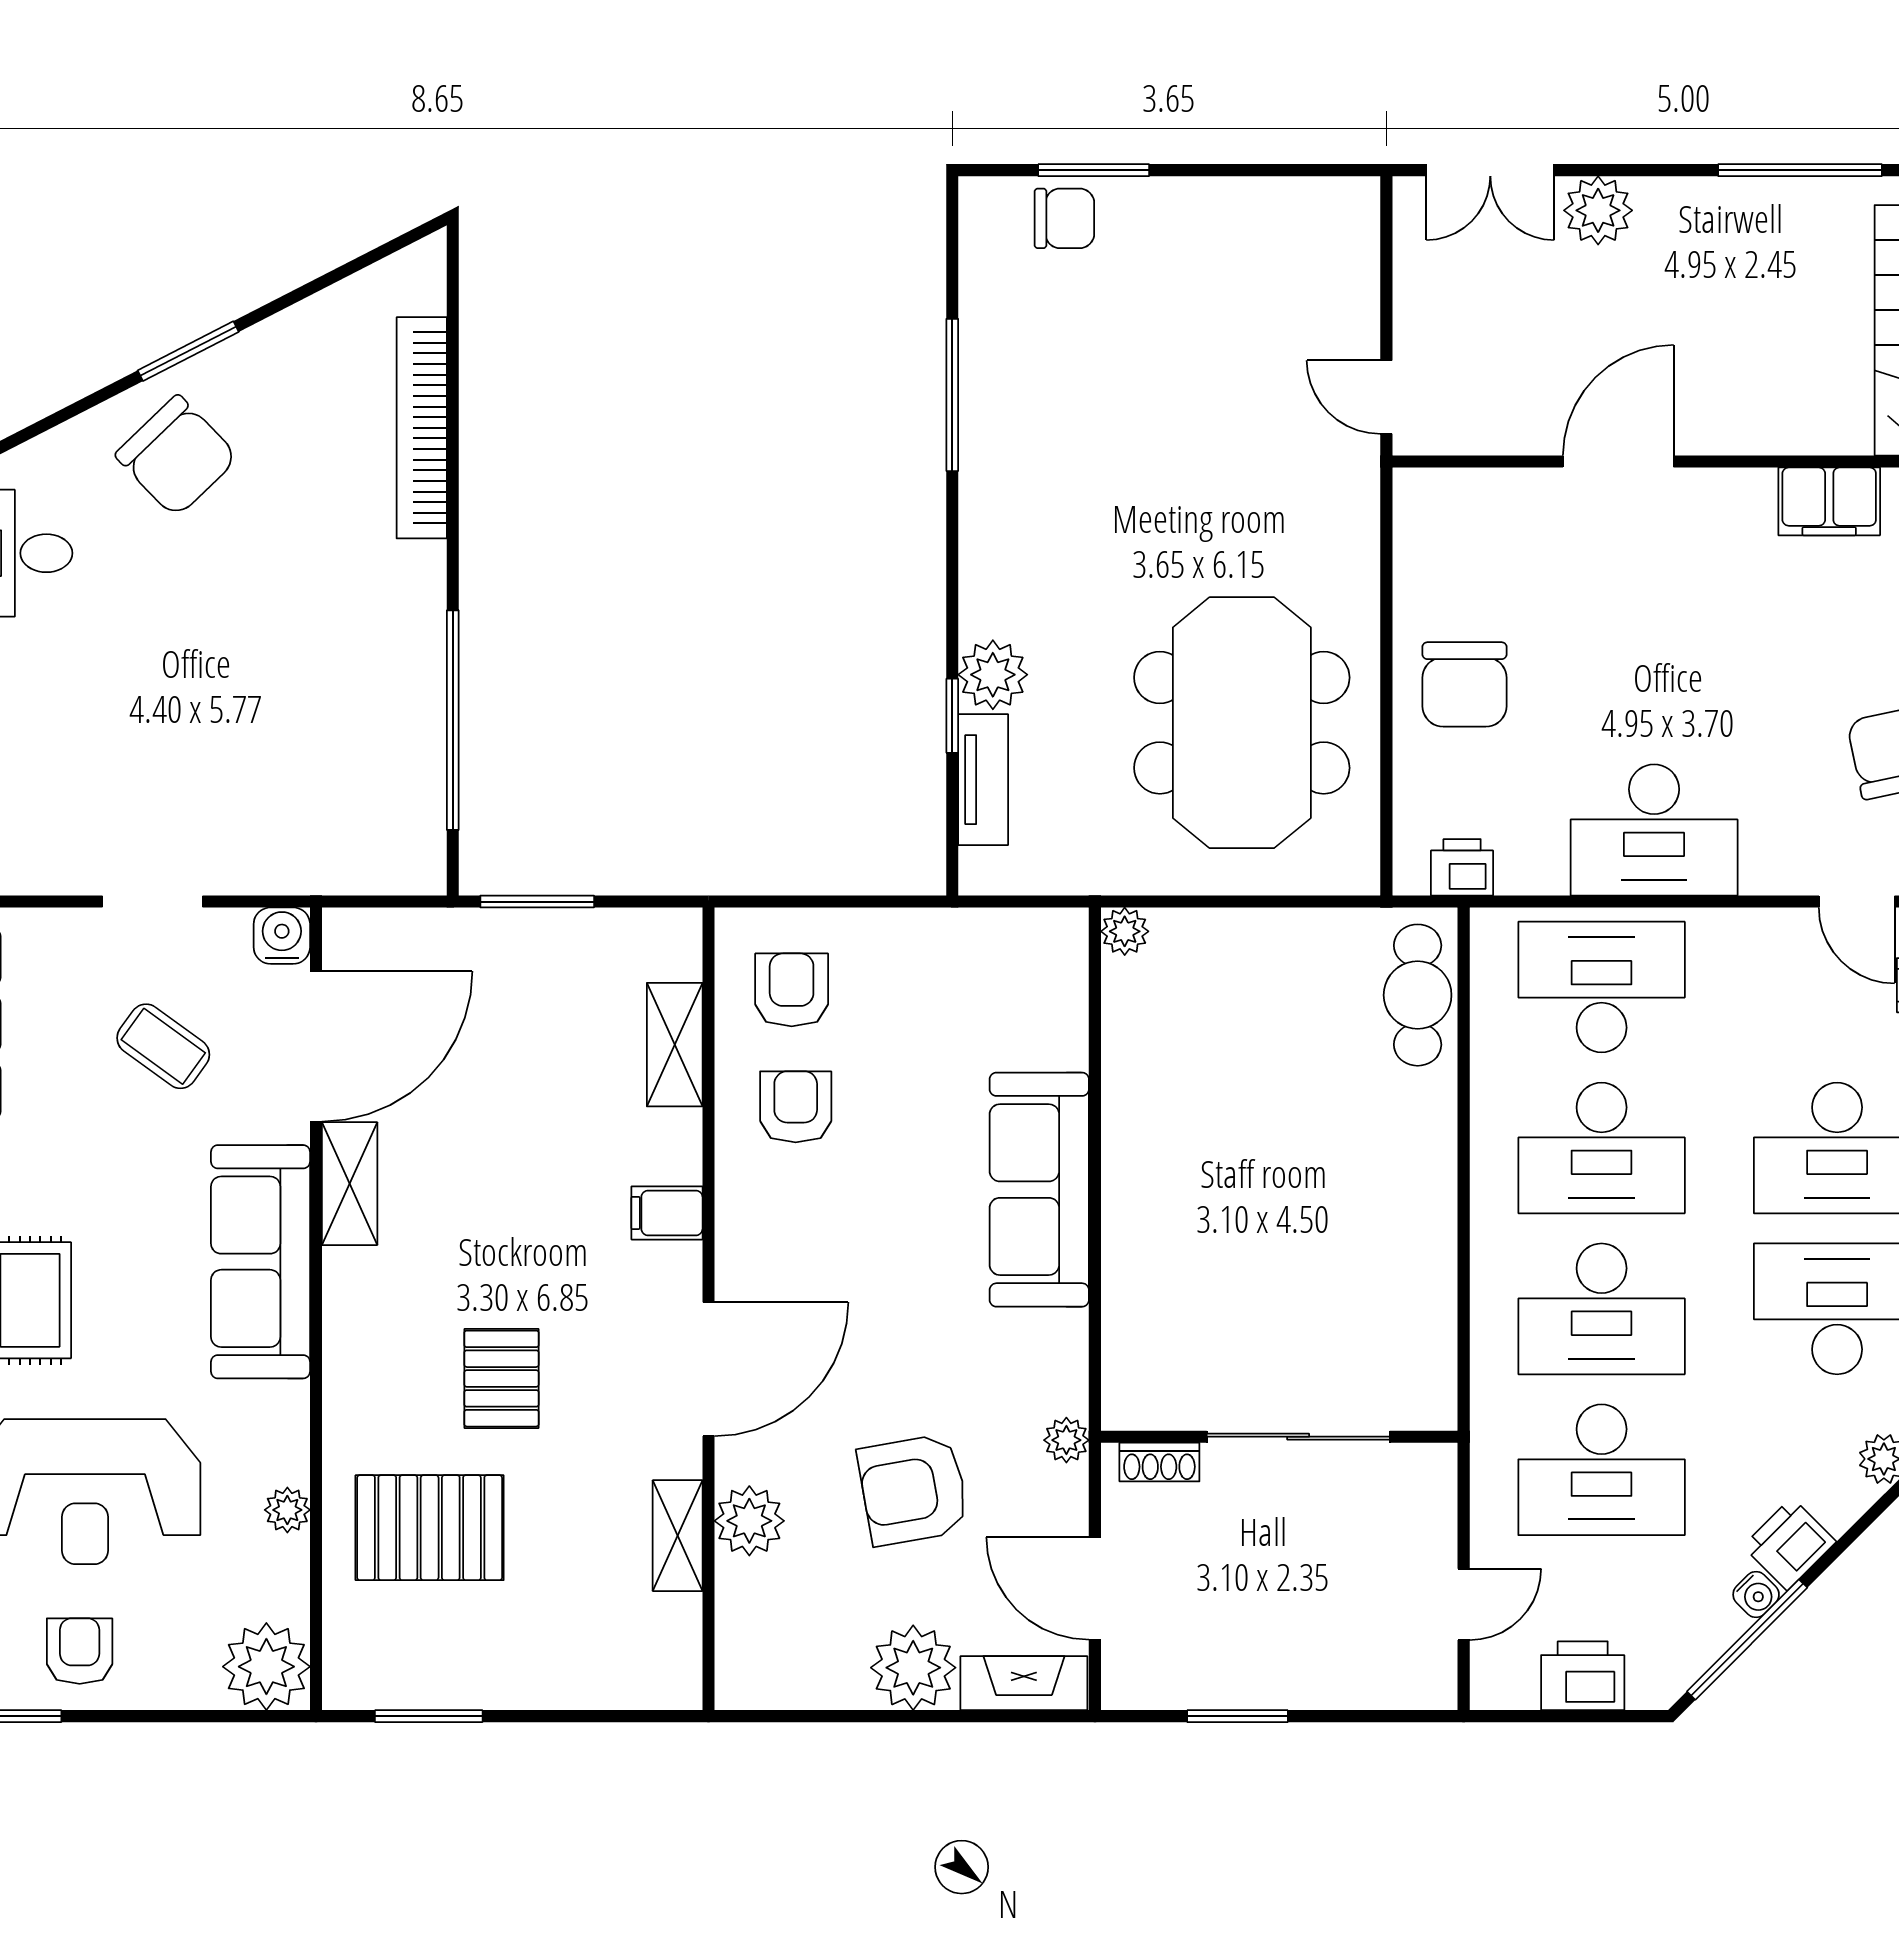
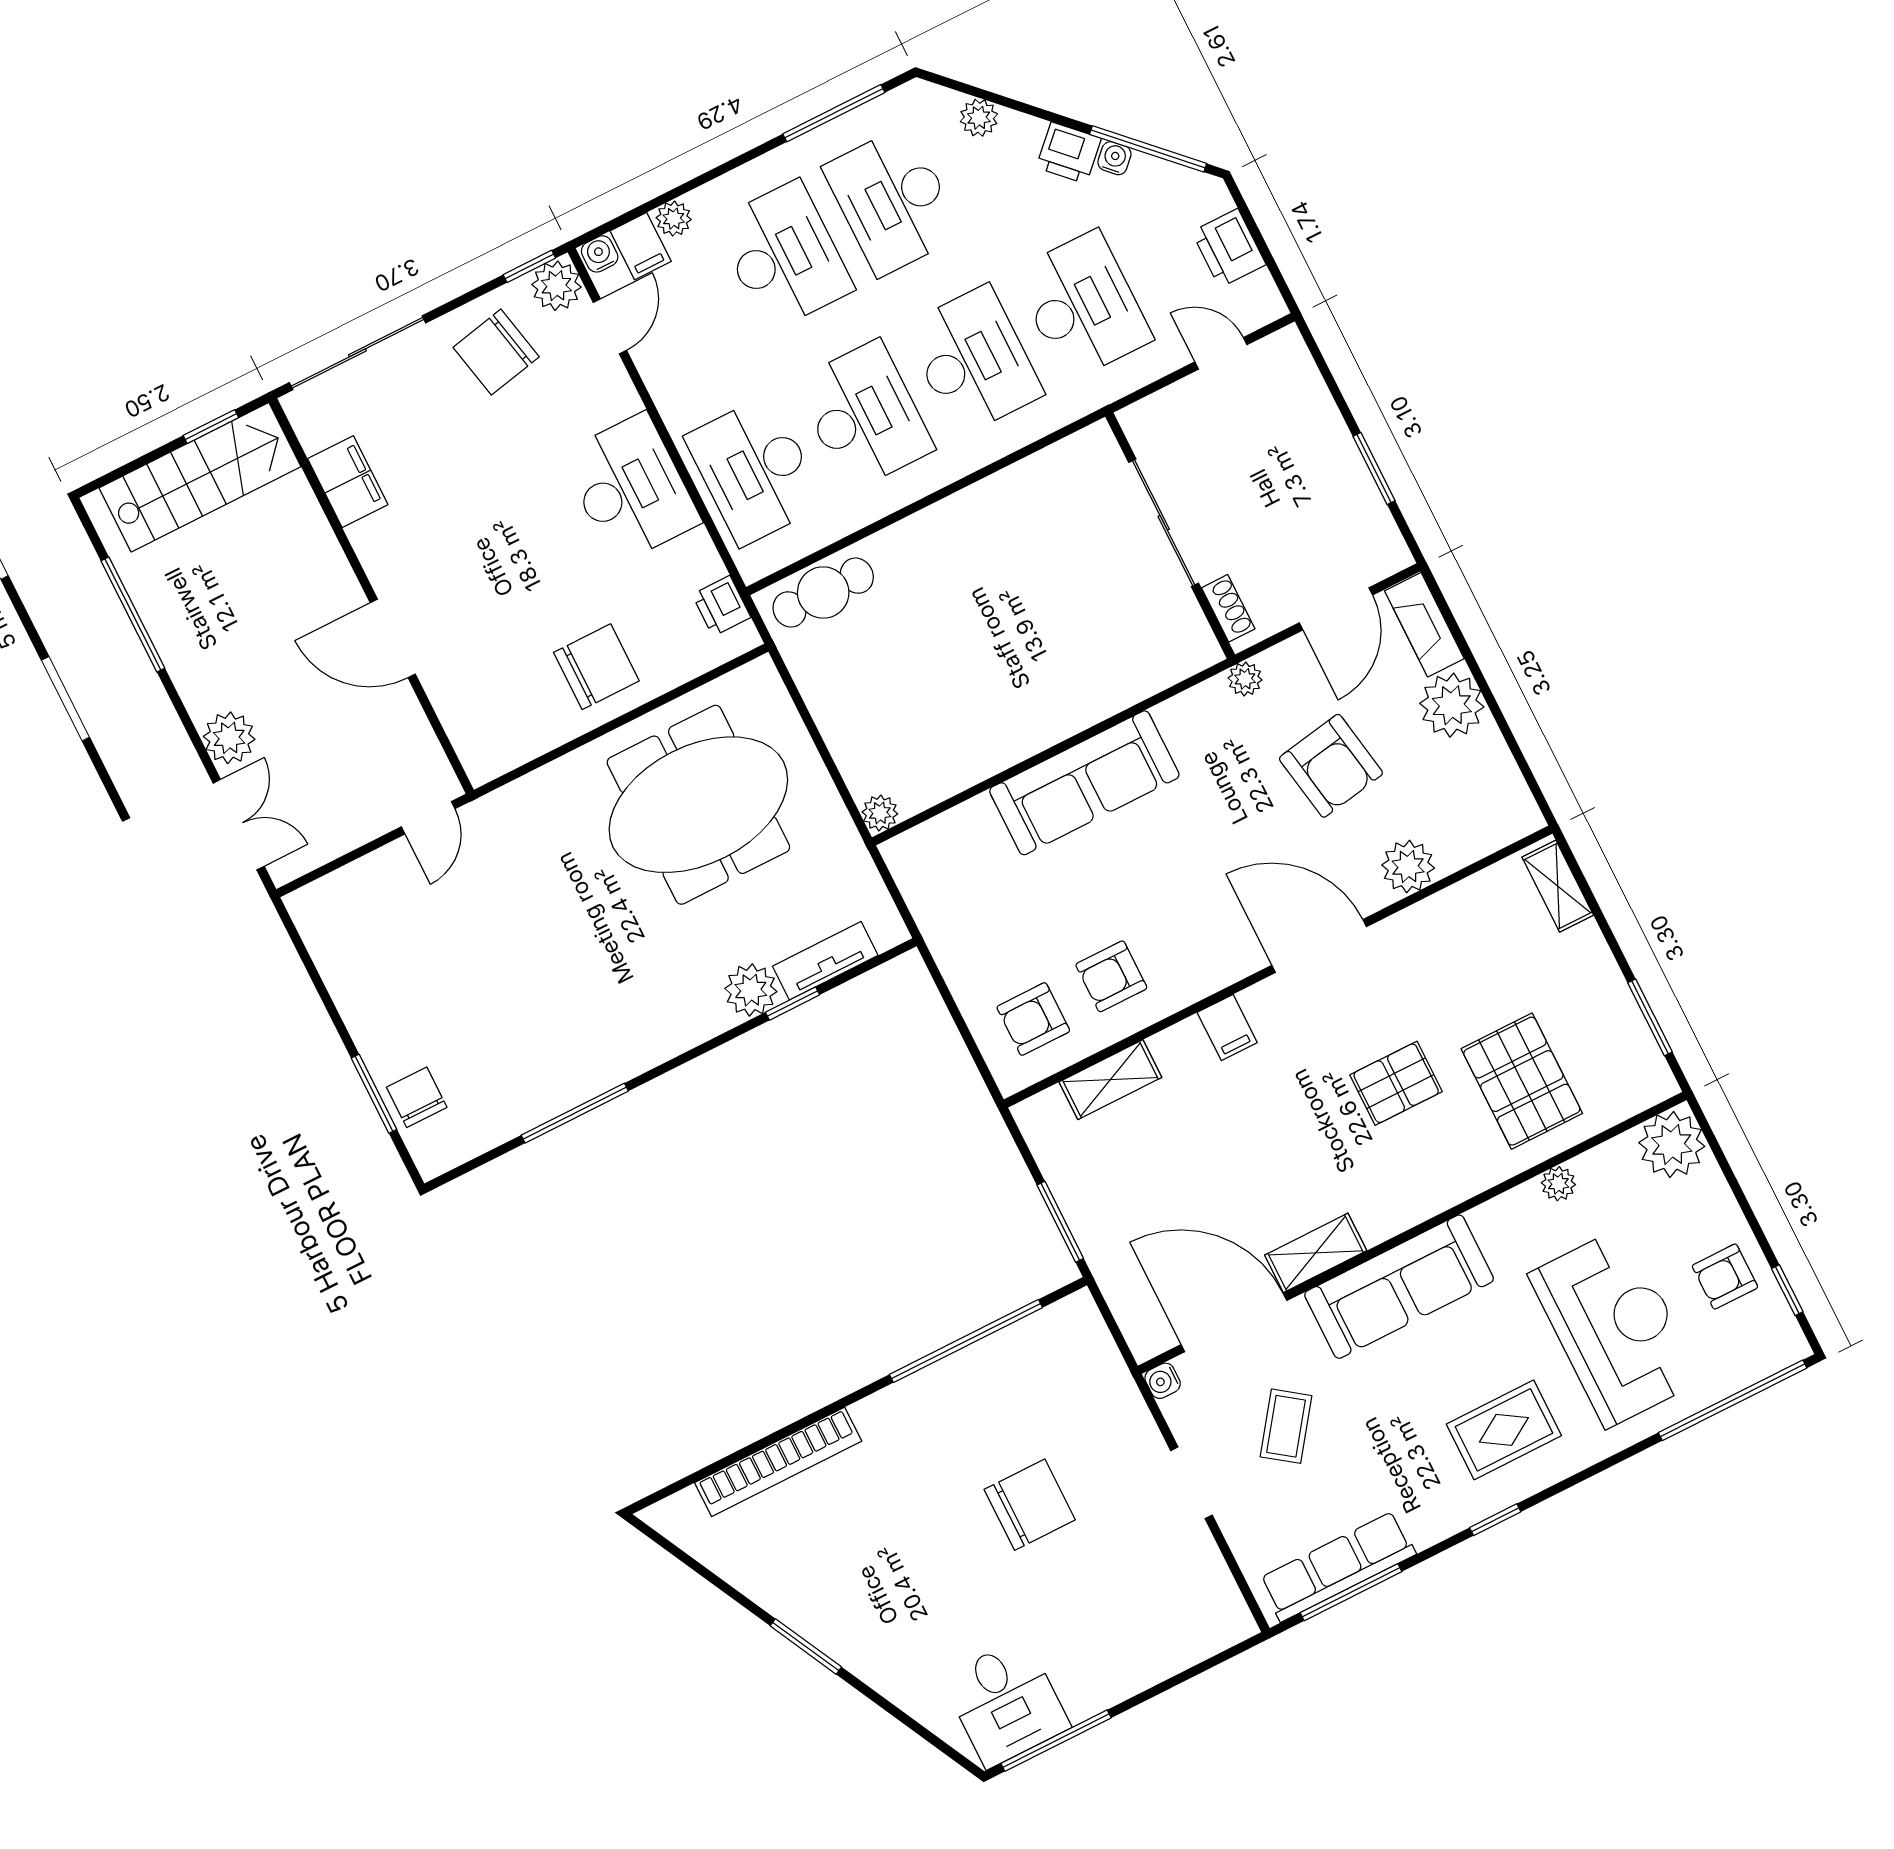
chair: (177, 456) -> (1030, 1505), moved, turned 44
water cooler: (282, 936) -> (1163, 1381), width x0.72, depth x0.72
shelving: (678, 1536) -> (1558, 886), moved, turned 90

